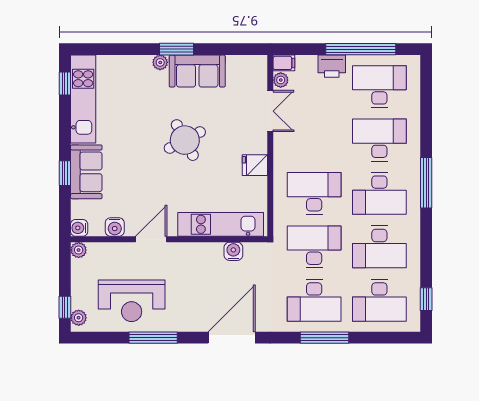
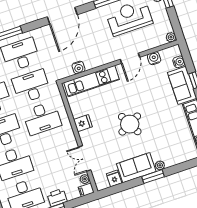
fridge: (236, 66) -> (114, 178), added
water cooler: (79, 228) -> (179, 62), moved
desk: (314, 247) -> (31, 86), turned 180

